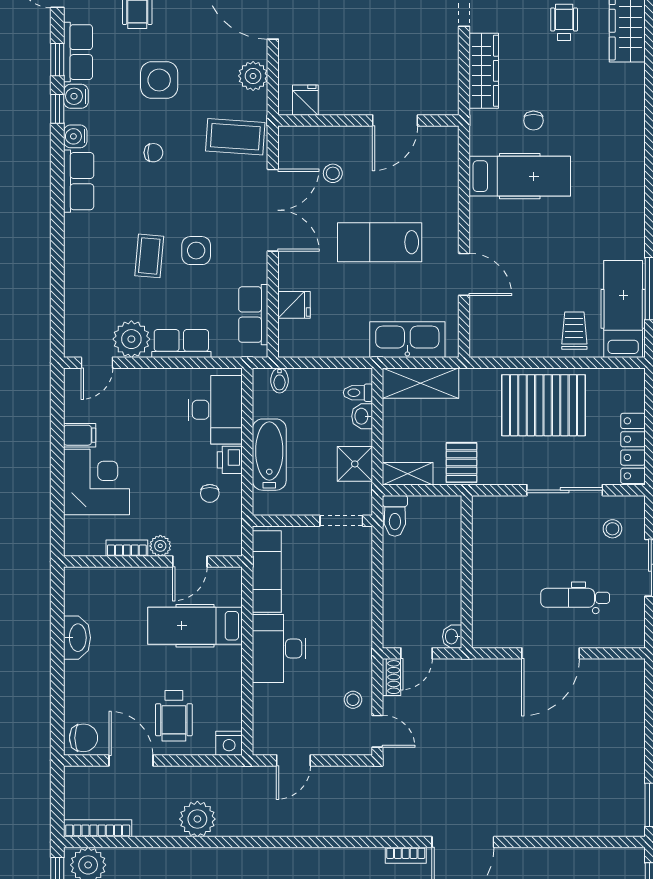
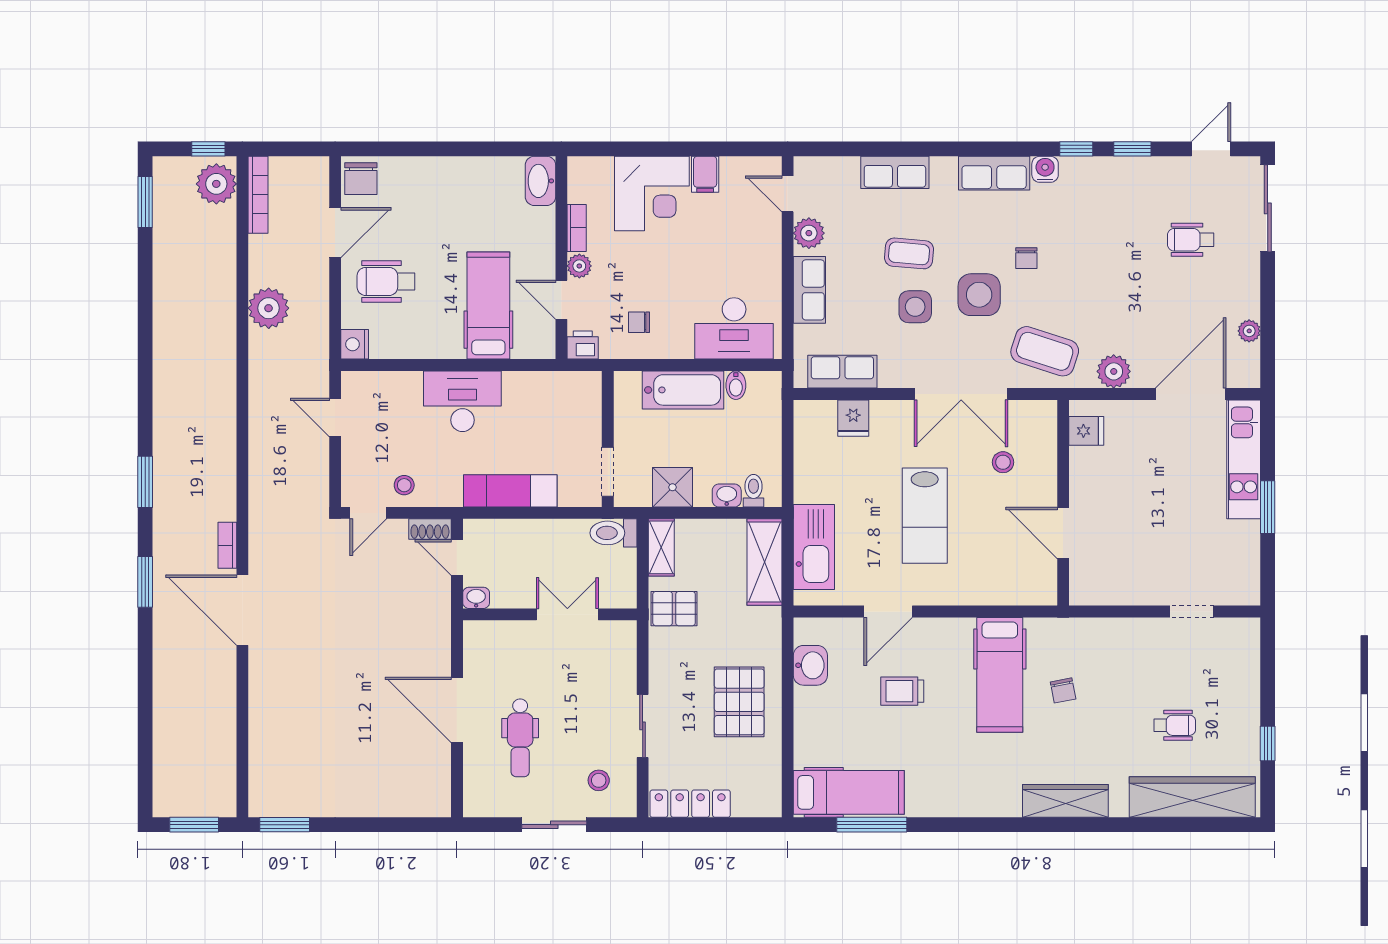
row of seats: (78, 52) -> (895, 172), moved
wardrobe: (484, 71) -> (1065, 801), moved, turned 180
side table: (159, 80) -> (979, 295), moved
water cooler: (76, 96) -> (1091, 170), removed
chair: (533, 121) -> (1063, 690), turned -101
coffee table: (235, 137) -> (1045, 351), turned -76
lab bench: (380, 242) -> (925, 516), turned 180
trolley: (574, 331) -> (902, 691), moved, turned 180
plant: (131, 339) -> (809, 233), width x0.73, depth x0.73
washbasin: (511, 343) -> (810, 665), added
bidet: (280, 380) -> (736, 385), moved, turned -90
pallet: (543, 405) -> (739, 702), width x0.73, depth x0.71
printer: (230, 460) -> (583, 345), moved
sliding door: (565, 490) -> (643, 726), width x0.73
double door: (467, 556) -> (567, 614), added
exam couch: (267, 571) -> (510, 491), moved, turned 180
dental chair: (575, 598) -> (520, 738), turned 180
washbasin: (77, 638) -> (540, 181), moved, turned 90

